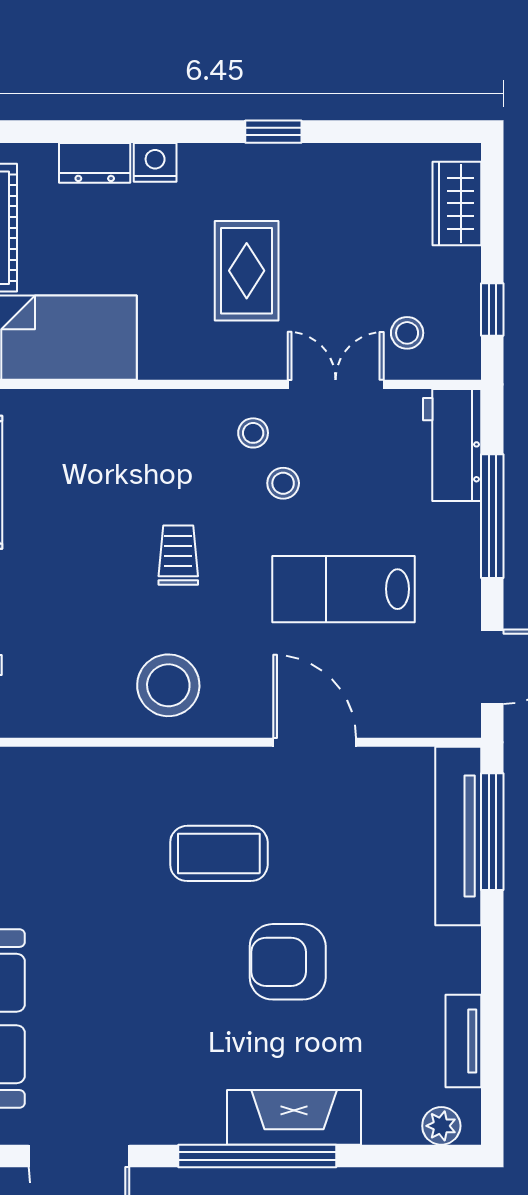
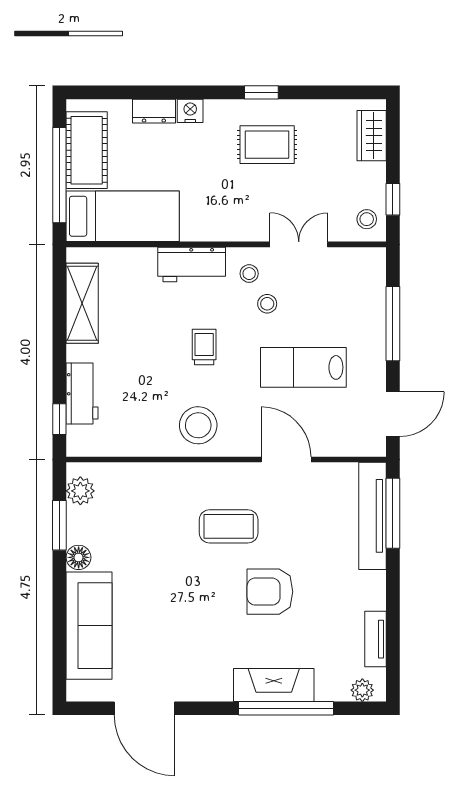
rug: (247, 271) -> (267, 145), moved, turned 90
stool: (407, 333) -> (367, 219), moved
workbench: (452, 445) -> (192, 264), moved, turned -90
window: (257, 1156) -> (286, 708), moved

